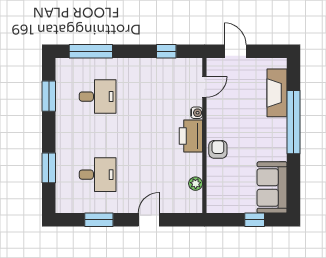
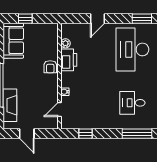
door: (235, 51) -> (27, 134), moved
printer: (191, 136) -> (69, 60), moved
desk: (98, 175) -> (132, 49), width x1.87, depth x1.30
window: (99, 220) -> (142, 19), moved

